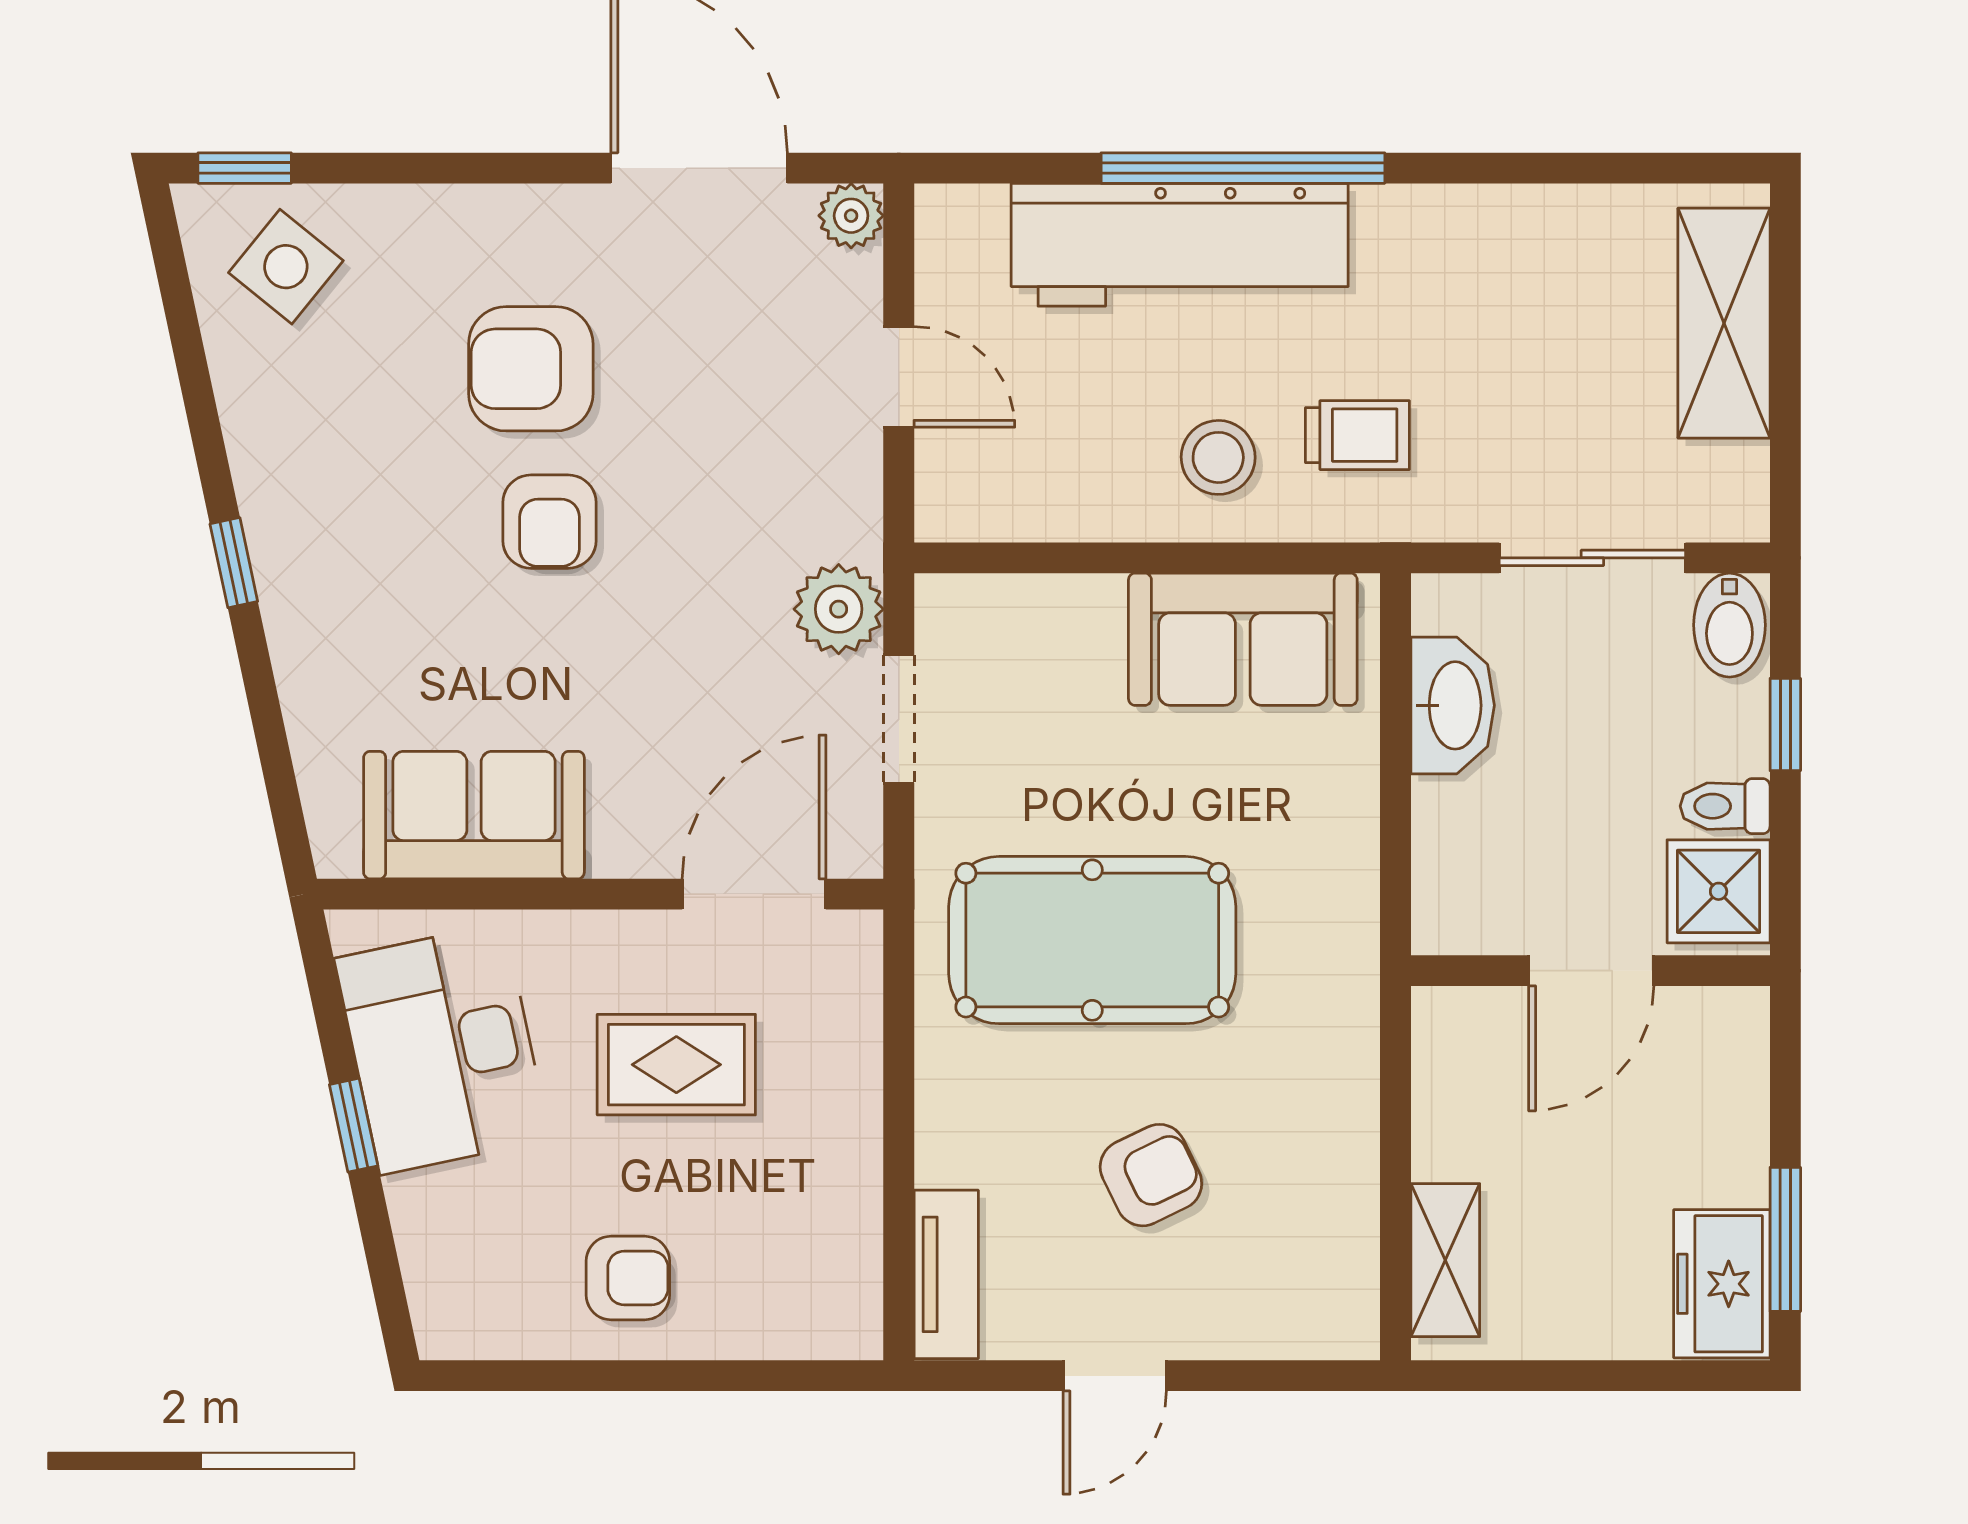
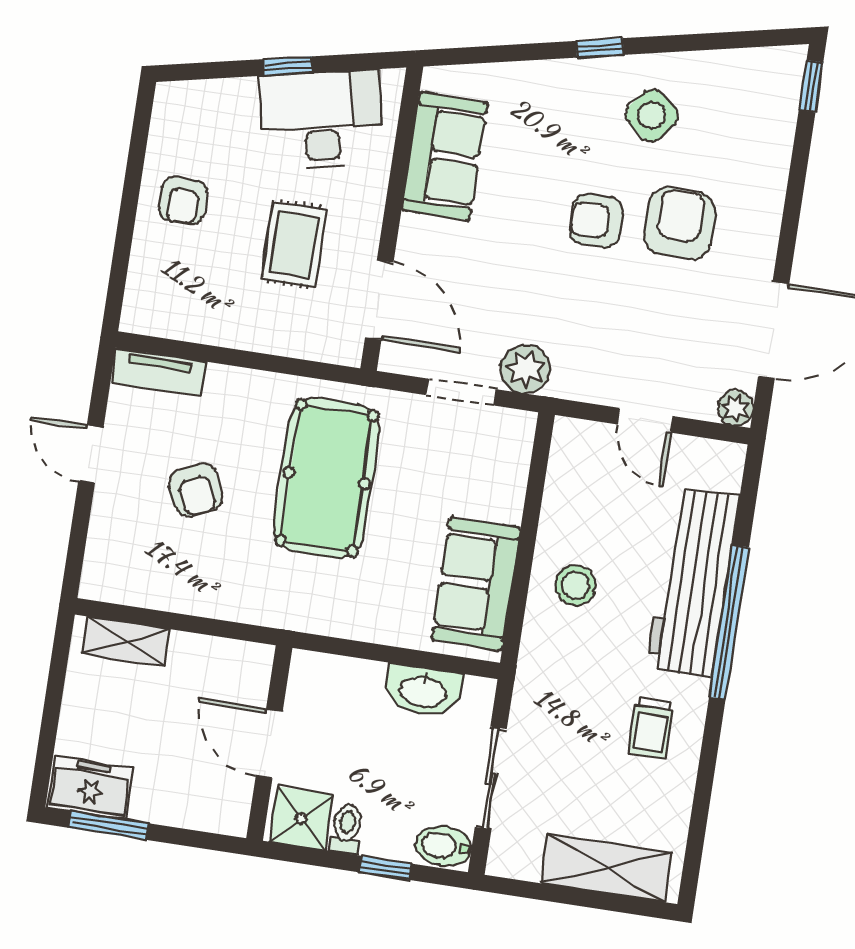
side table: (286, 267) -> (652, 115), moved
door: (899, 377) -> (645, 420), hinge flipped
trolley: (1357, 435) -> (651, 728), moved

